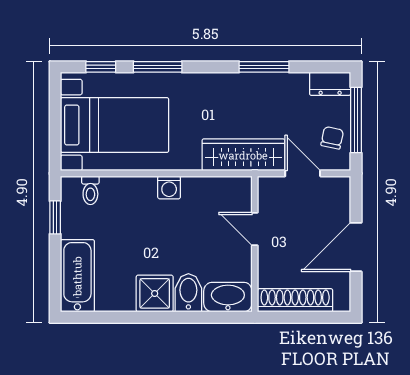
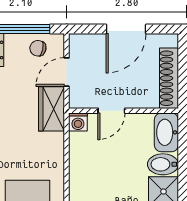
wardrobe: (243, 155) -> (52, 109), width x0.67
washing machine: (169, 187) -> (78, 122), moved, turned 90
door: (356, 247) -> (126, 29), hinge flipped

